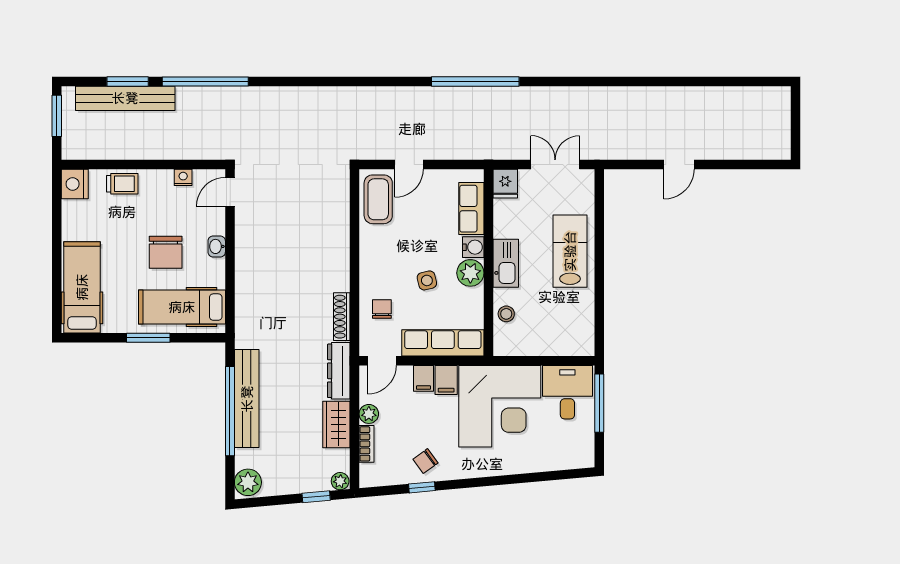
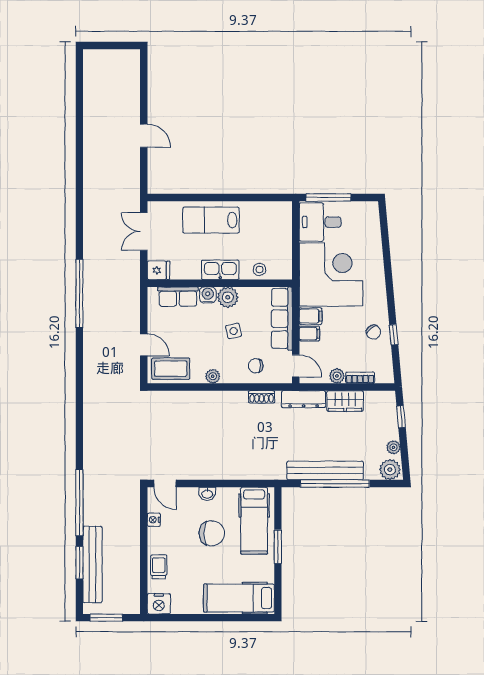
plant: (368, 254) -> (213, 376), added
shoe rack: (342, 317) -> (262, 397), width x0.70
plant: (340, 481) -> (393, 447), moved

